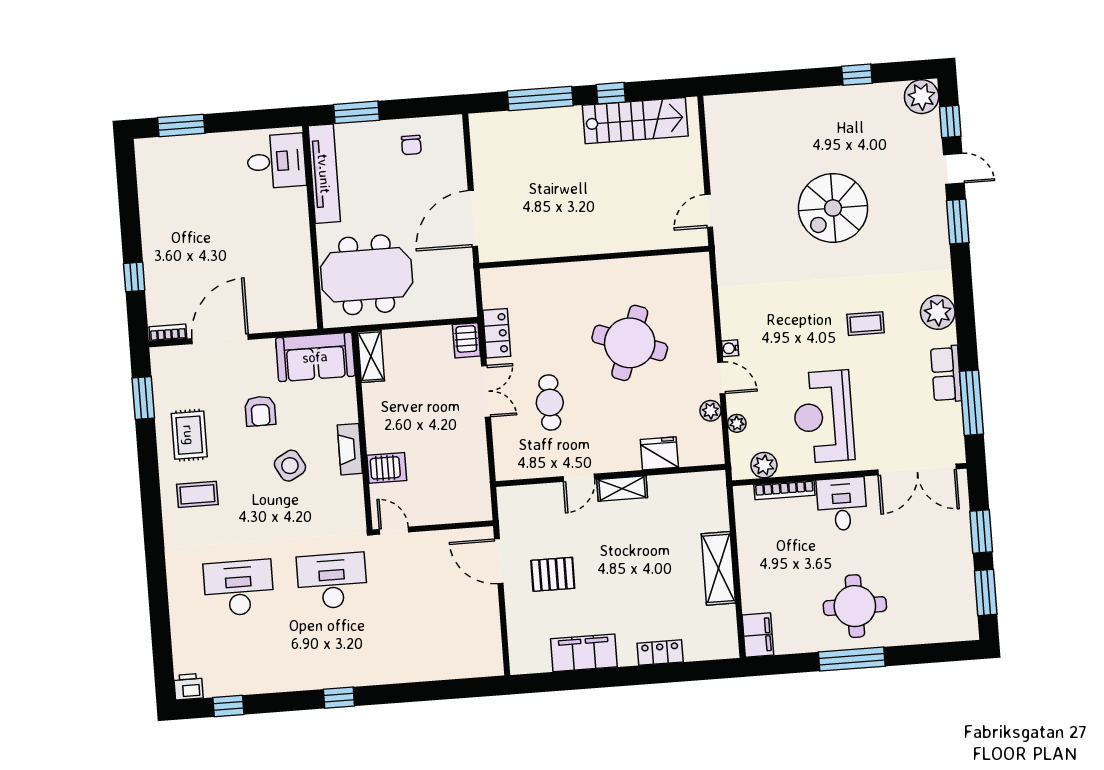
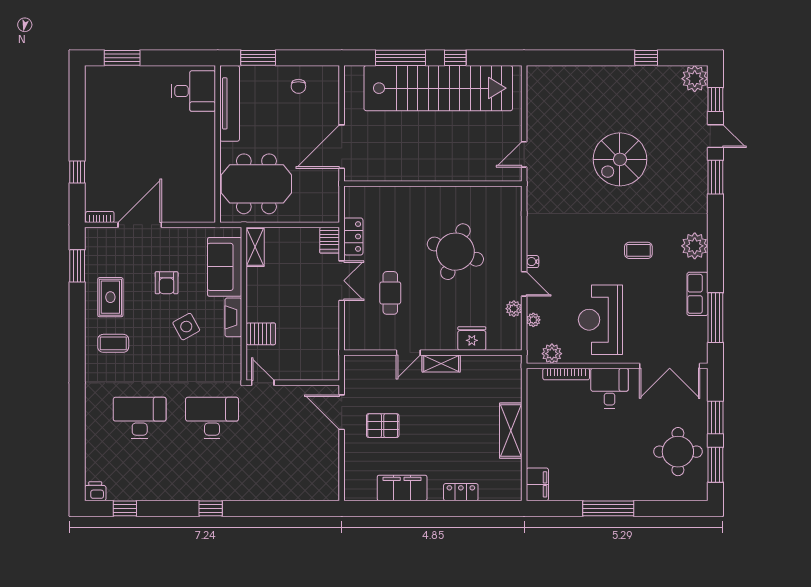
stairs: (635, 121) -> (438, 88), width x1.86, depth x1.51
sofa: (315, 357) -> (225, 267), moved, turned 90
round table: (855, 606) -> (678, 452), moved

